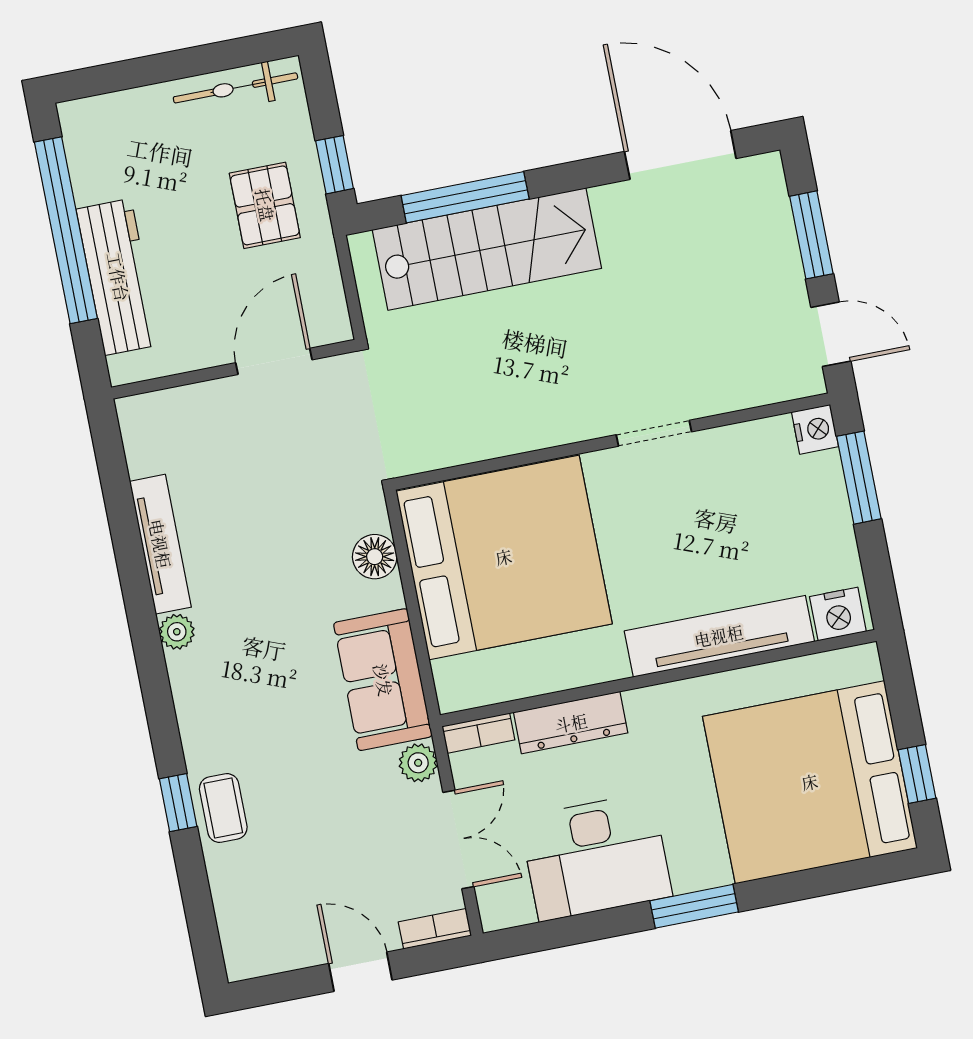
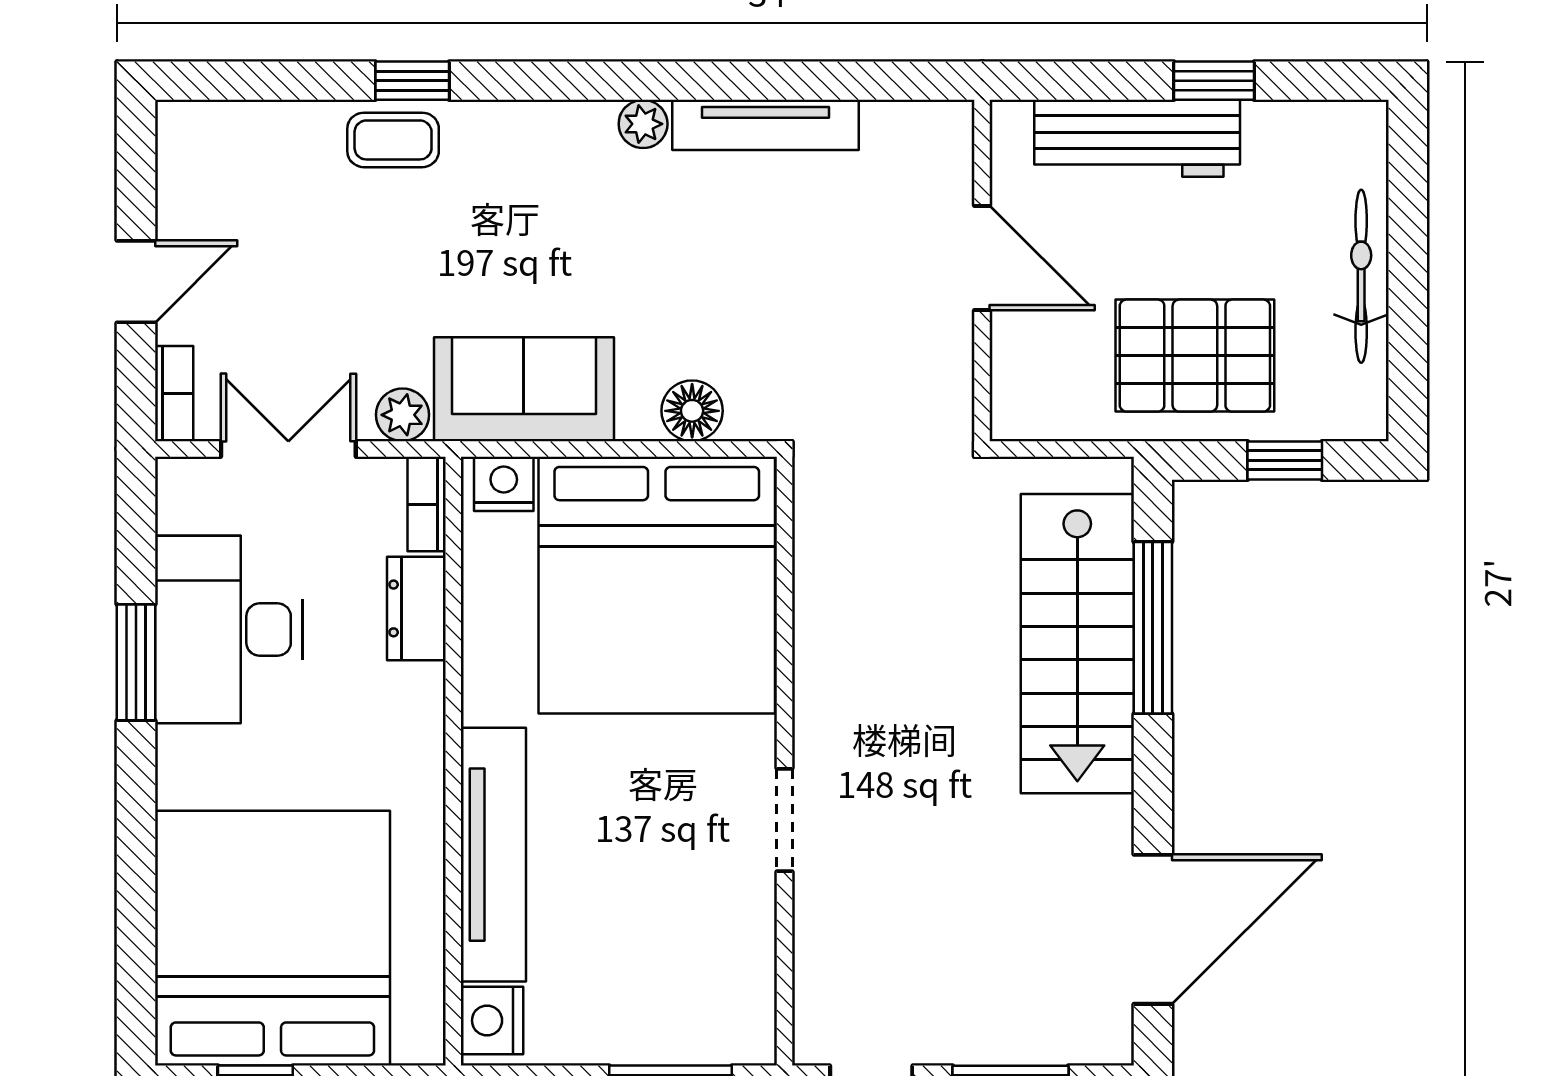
bicycle: (235, 88) -> (1361, 276), moved
window: (335, 165) -> (1285, 460), moved
pallet: (265, 205) -> (1195, 356), width x1.50, depth x1.42
window: (66, 230) -> (1214, 81), width x0.32
door: (274, 361) -> (982, 258), moved
nightstand: (815, 429) -> (504, 484), moved, turned 180
dresser: (571, 723) -> (416, 608), width x0.70
double door: (458, 839) -> (288, 449), swing flipped
window: (694, 906) -> (136, 662), moved

